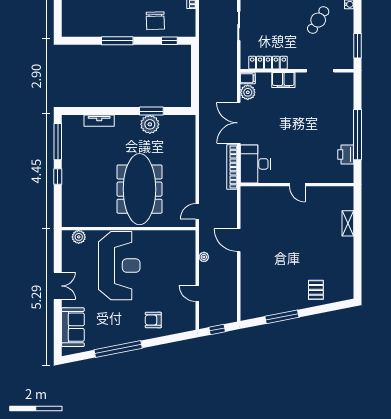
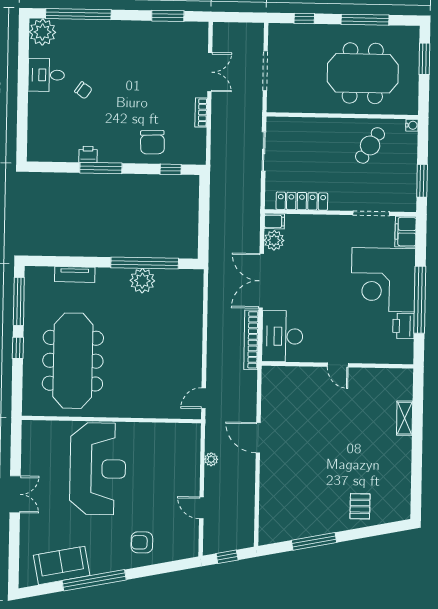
printer: (107, 31) -> (88, 154), added
filing cabinet: (283, 80) -> (406, 232), moved, turned 90
window: (151, 111) -> (145, 263), width x2.11
corner desk: (330, 120) -> (383, 280), added
meeting table: (140, 189) -> (73, 361), moved
plant: (79, 237) -> (44, 429), removed
sofa: (73, 327) -> (62, 565), moved, turned -101

